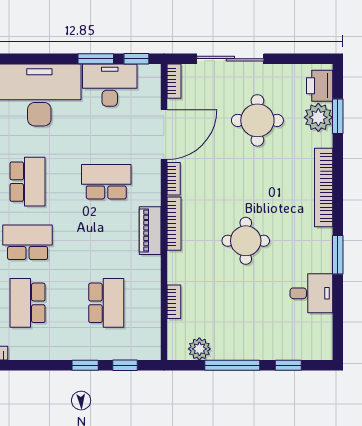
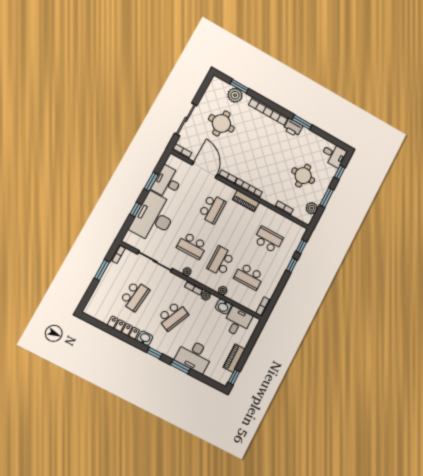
window: (136, 59) -> (136, 210), moved
printer: (320, 86) -> (293, 128), moved
school desk: (28, 182) -> (192, 246), turned 180
school desk: (106, 182) -> (212, 209), turned 180
round table: (246, 241) -> (303, 176), moved
desk: (311, 293) -> (334, 155), moved, turned 90
window: (232, 365) -> (327, 197), width x0.69

